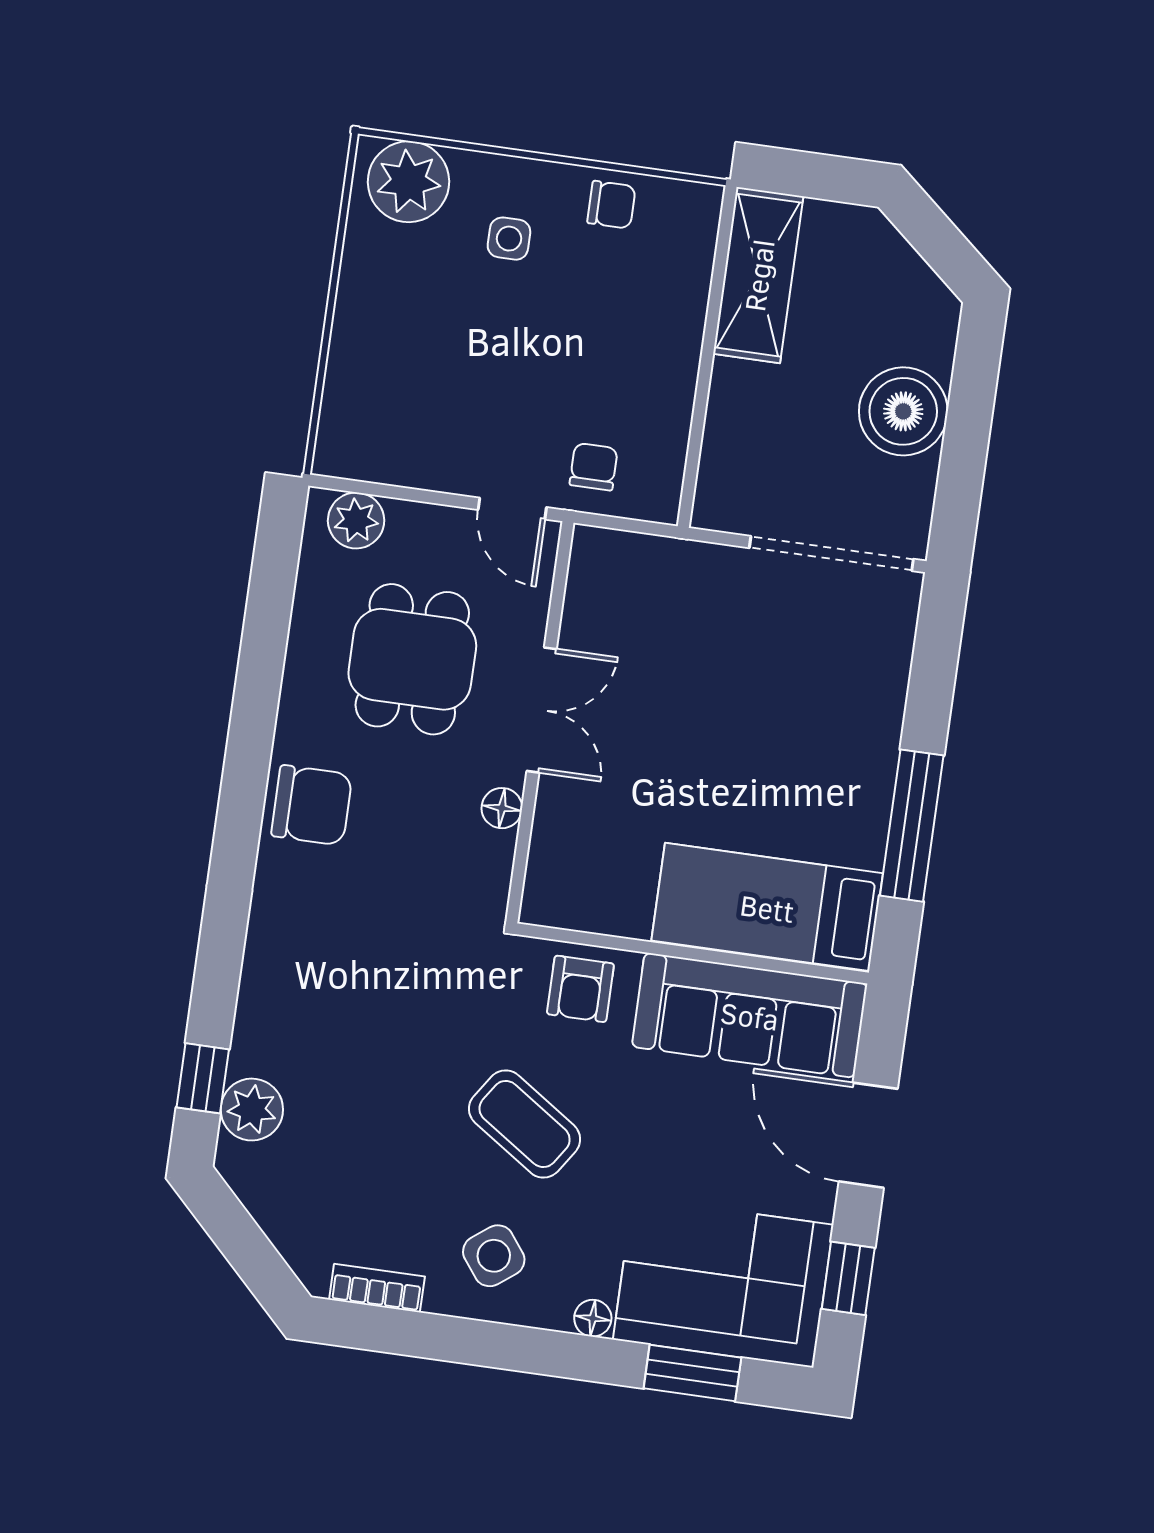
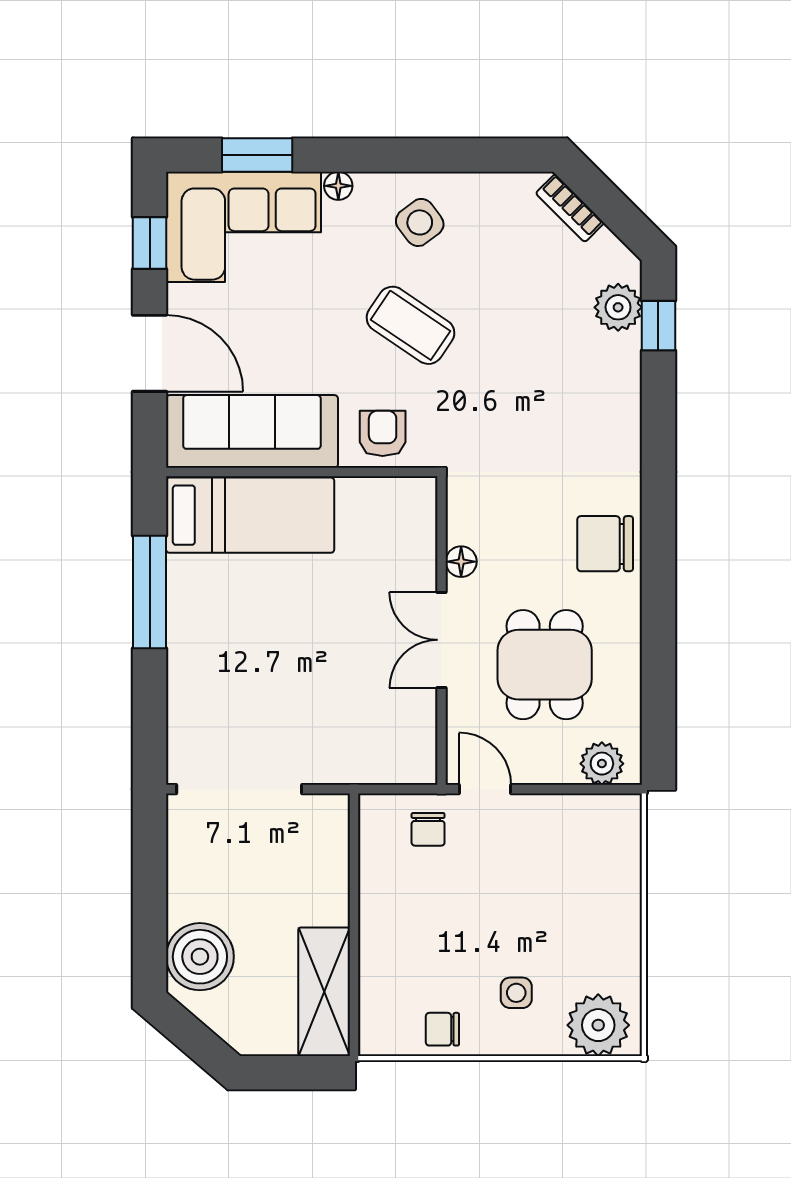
boiler: (903, 411) -> (200, 957), moved
bookcase: (377, 1288) -> (570, 208), moved, turned 45

